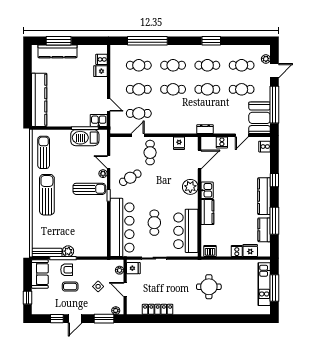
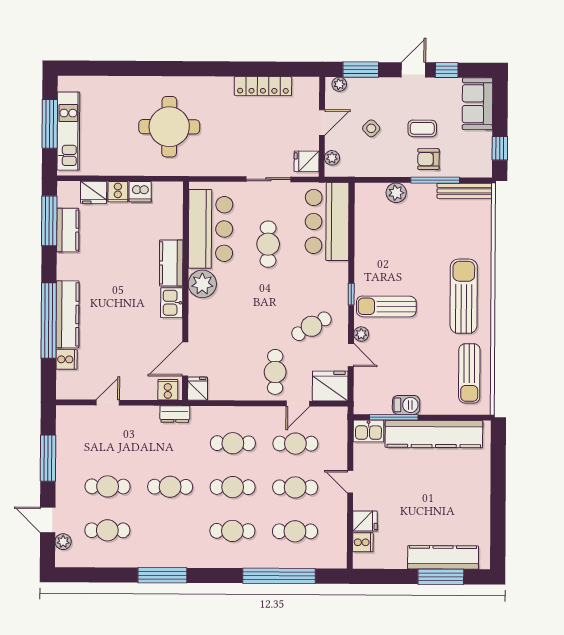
window: (211, 41) -> (162, 575), width x1.44
cafe table: (207, 65) -> (233, 443), moved
door: (274, 71) -> (48, 520), hinge flipped
kitchen counter: (39, 100) -> (434, 434), moved, turned -90
door: (109, 105) -> (350, 482), moved
window: (274, 105) -> (48, 458), width x0.68
booth: (260, 118) -> (75, 434), removed
barbecue: (85, 138) -> (406, 405), width x0.53, depth x0.65
fridge: (179, 143) -> (198, 389), moved
cooker: (222, 143) -> (168, 390), moved
fridge: (120, 145) -> (330, 386), added
cooker: (265, 147) -> (67, 359), moved
window: (274, 180) -> (49, 321), width x3.17
plant: (190, 187) -> (202, 284), moved
sun lounger: (47, 195) -> (464, 296), turned 180
kitchen counter: (264, 196) -> (67, 314), moved
window: (274, 221) -> (49, 221), moved
bar counter: (122, 227) -> (327, 221), width x0.73
plant: (68, 251) -> (396, 193), moved
dishwasher: (210, 251) -> (140, 192), moved
sofa: (40, 274) -> (477, 104), moved
round table: (209, 287) -> (169, 127), width x1.36, depth x1.36
door: (125, 289) -> (322, 123), hinge flipped
window: (28, 298) -> (500, 148), moved

